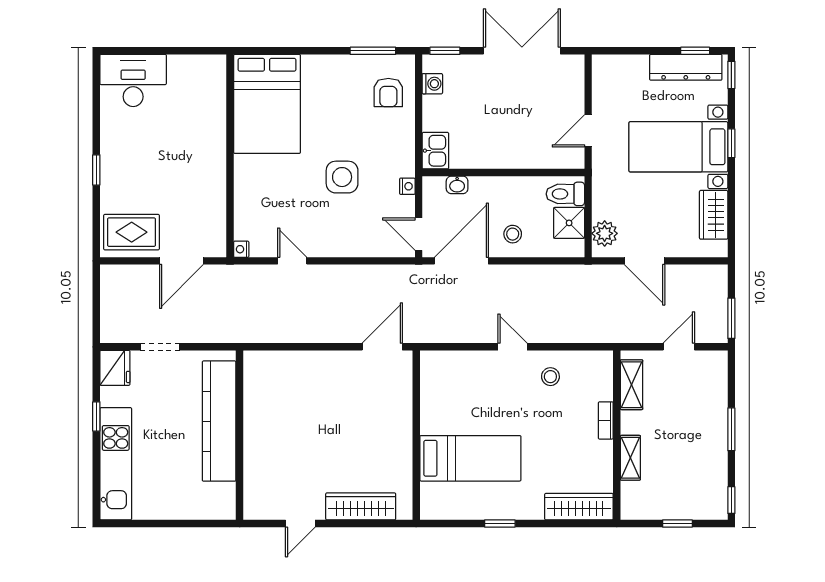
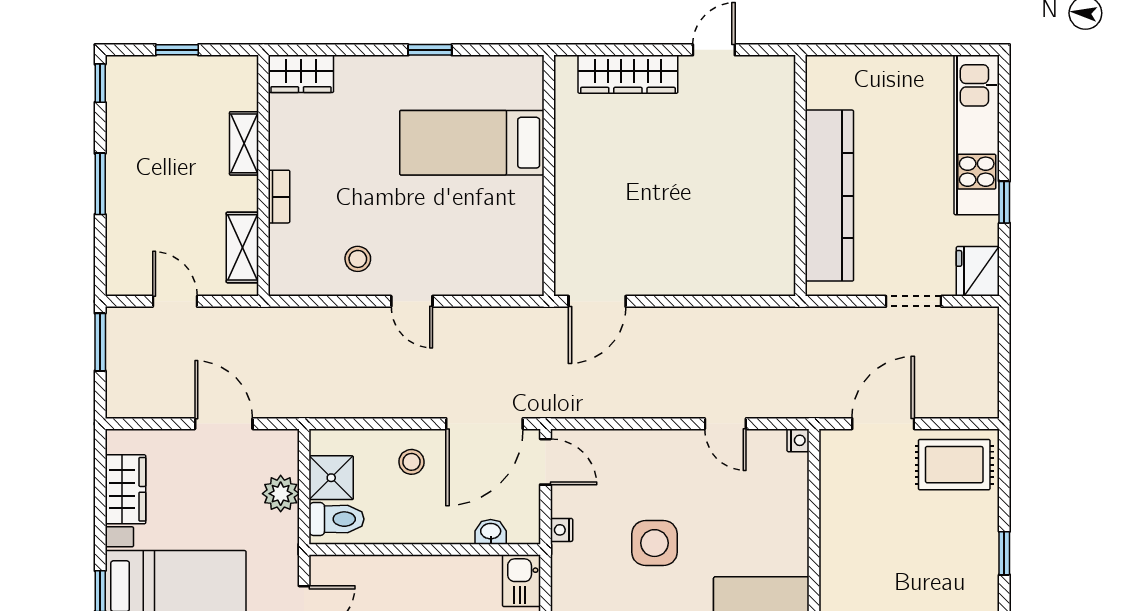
plant: (605, 233) -> (281, 494), moved
door: (679, 347) -> (175, 301), swing flipped
wardrobe: (579, 507) -> (301, 74), width x0.67

